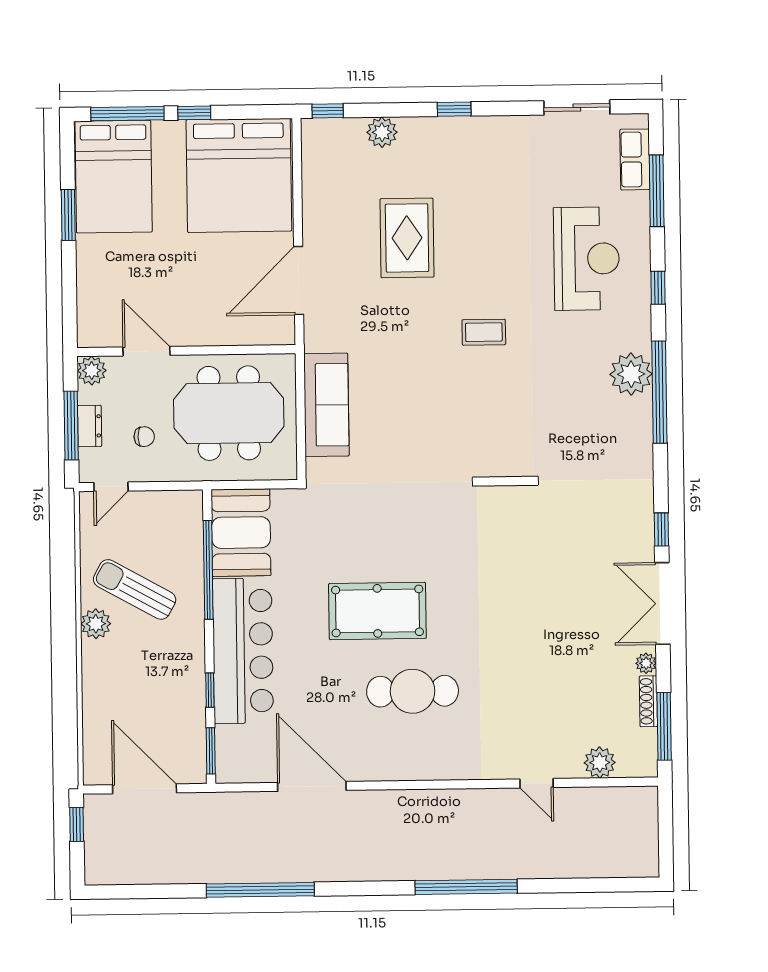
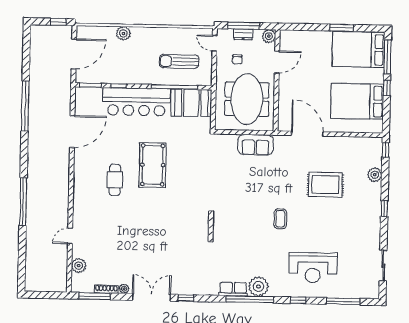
row of seats: (635, 159) -> (233, 289), moved
bed: (239, 175) -> (357, 101), width x0.73
sofa: (326, 405) -> (255, 145), width x0.73
sun lounger: (135, 589) -> (179, 61), moved, turned -119
plant: (96, 624) -> (123, 33), moved
cafe table: (413, 691) -> (115, 180), width x0.73, depth x0.74

